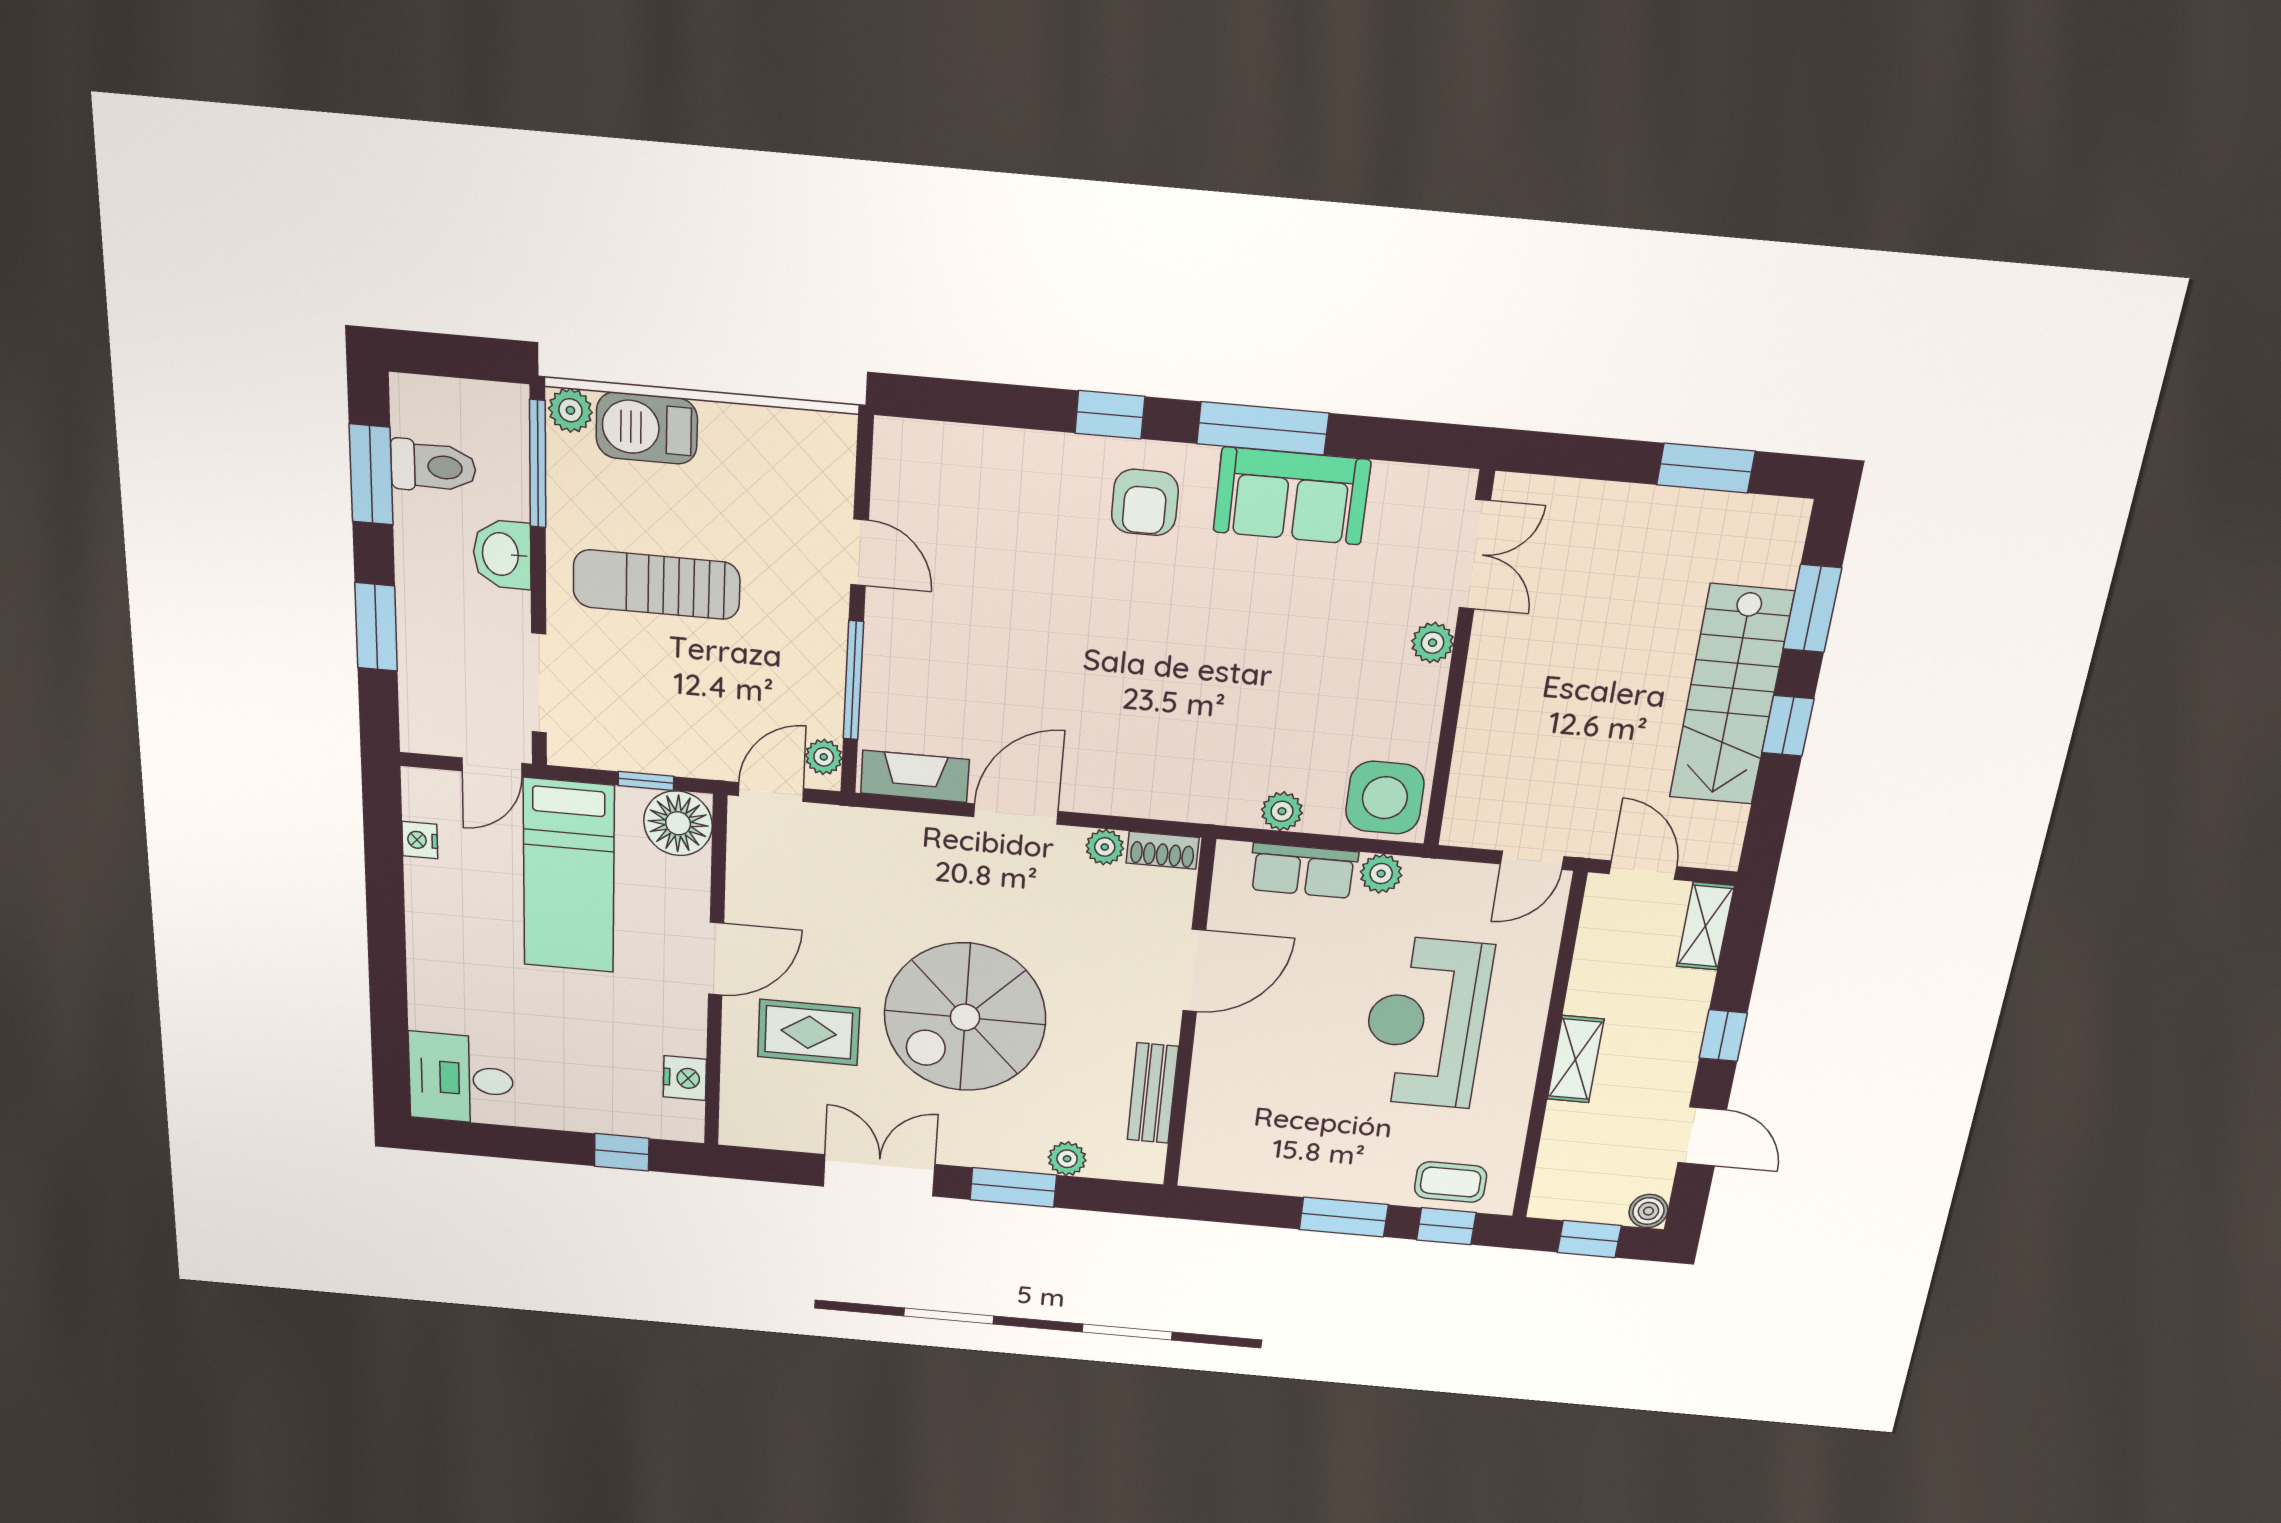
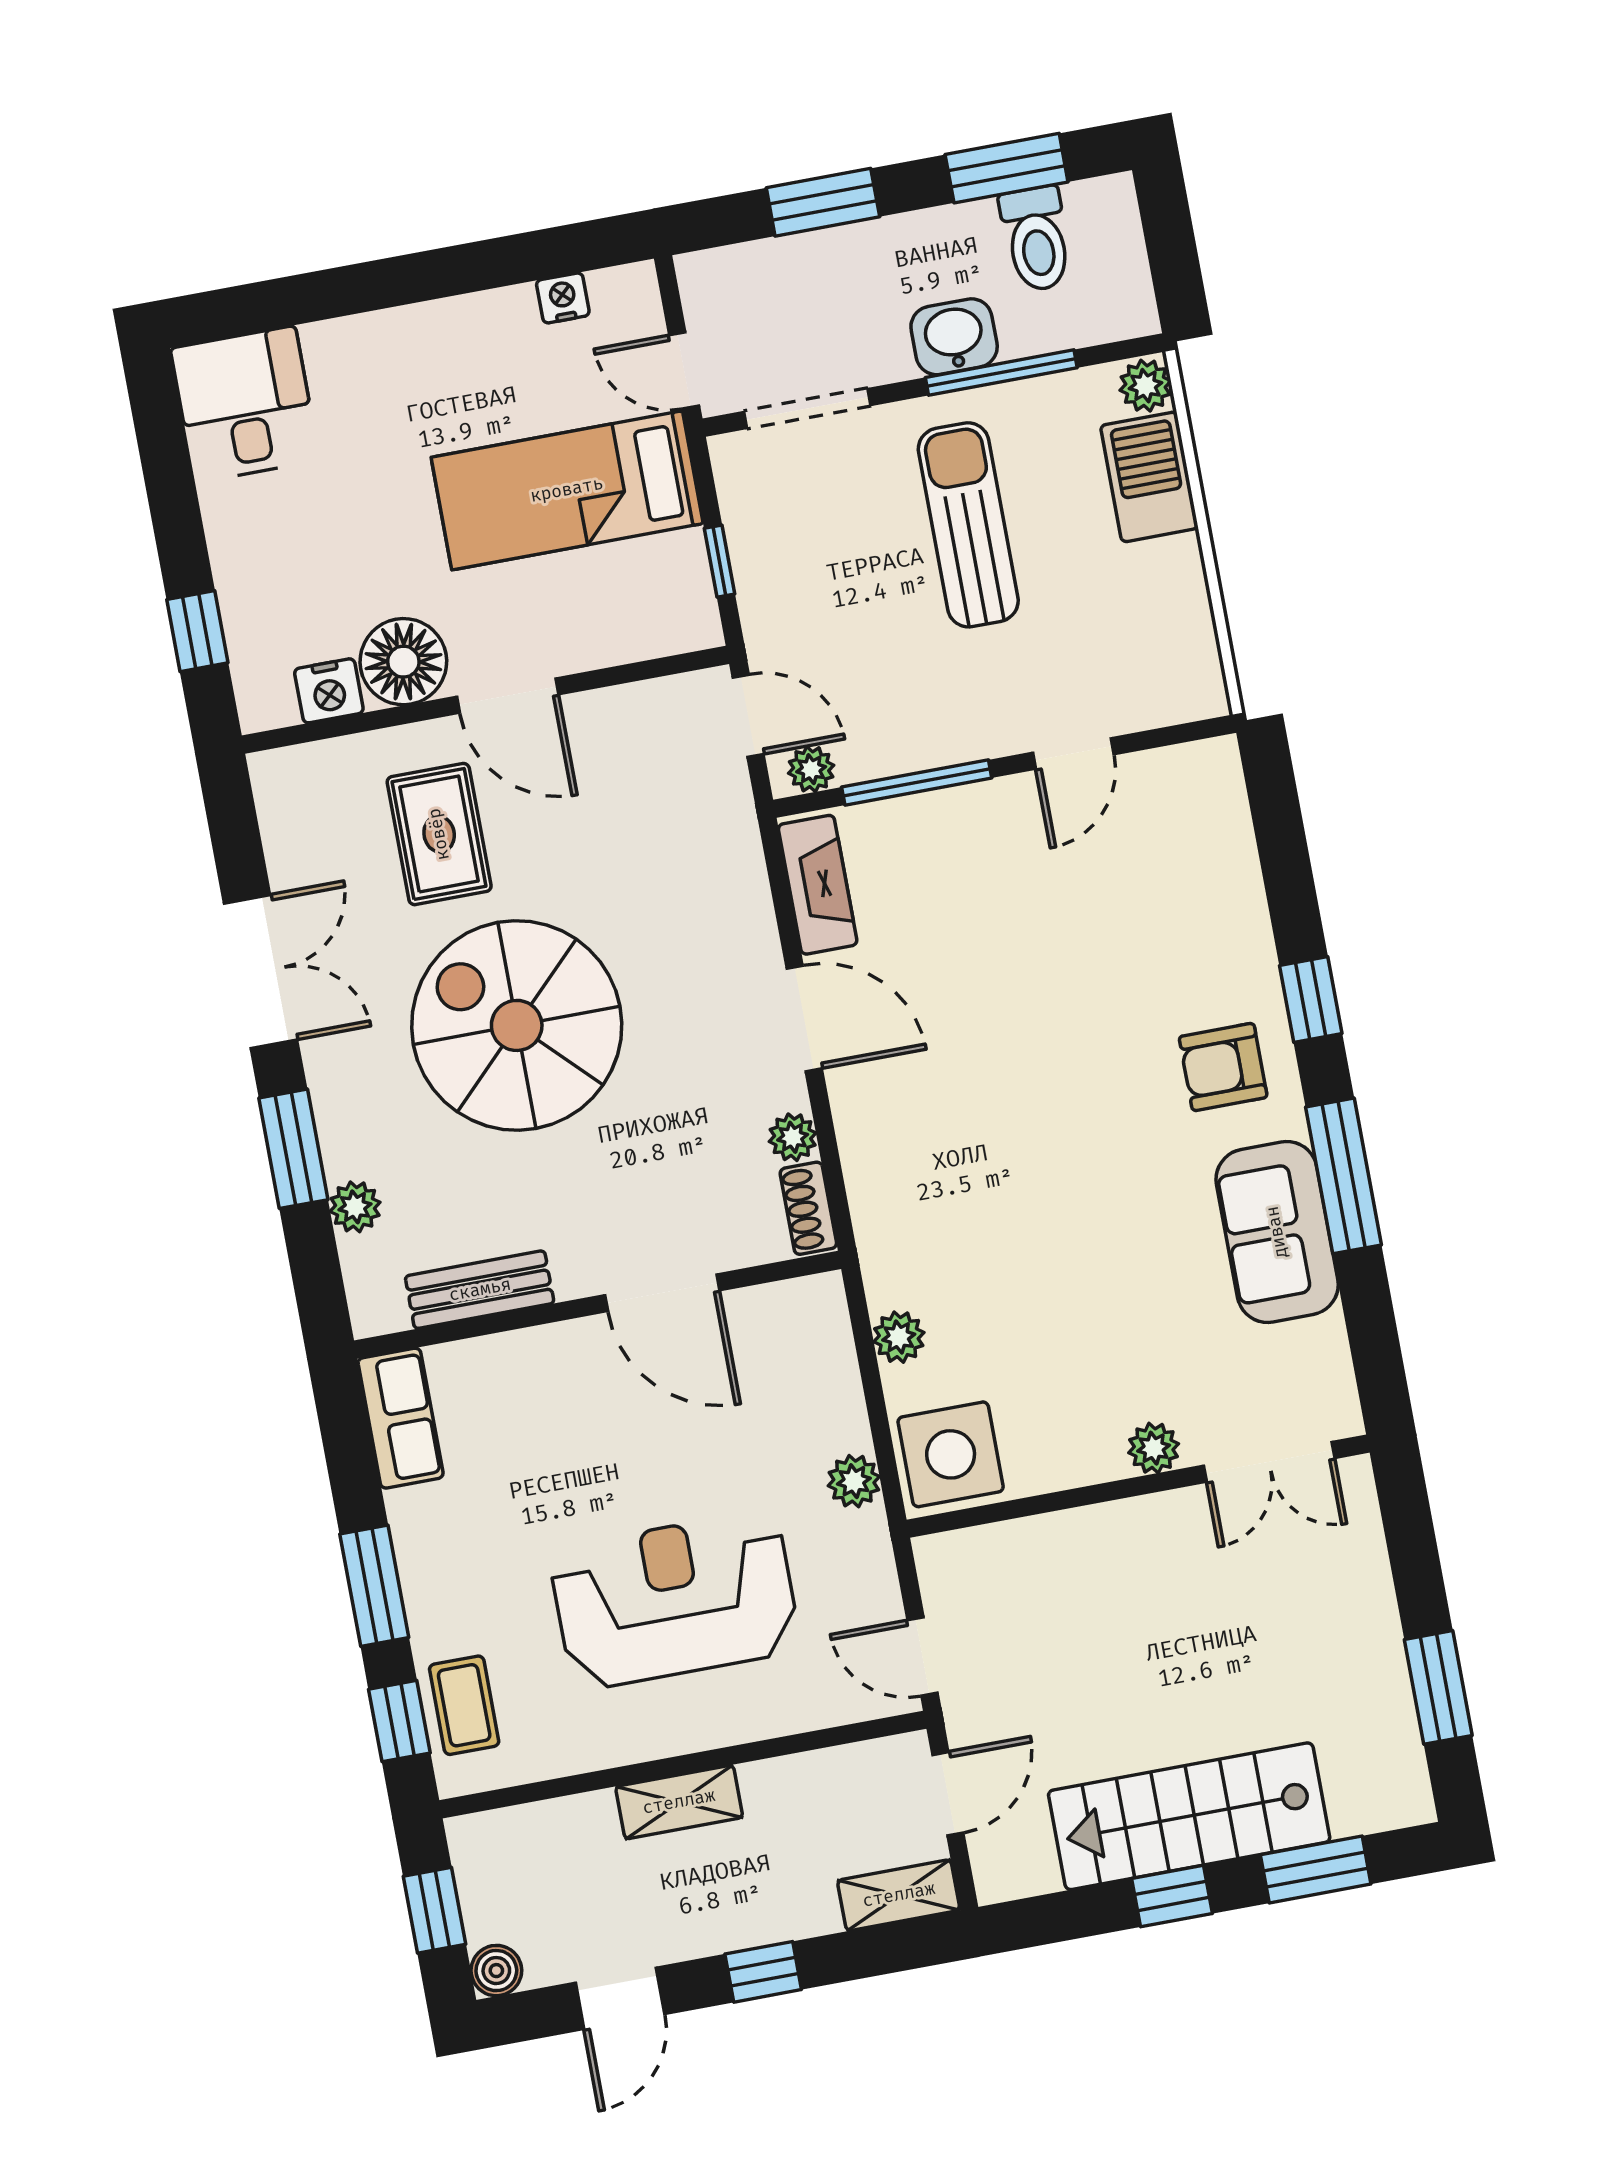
window: (538, 464) -> (1001, 373), moved
floor lamp: (678, 823) -> (403, 662), moved
row of seats: (1303, 871) -> (401, 1418), moved, turned 180

